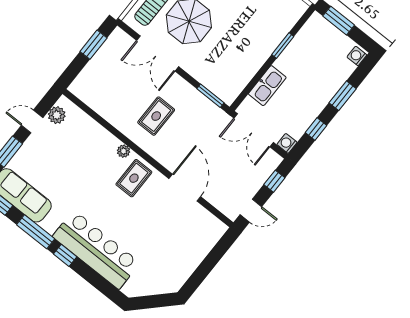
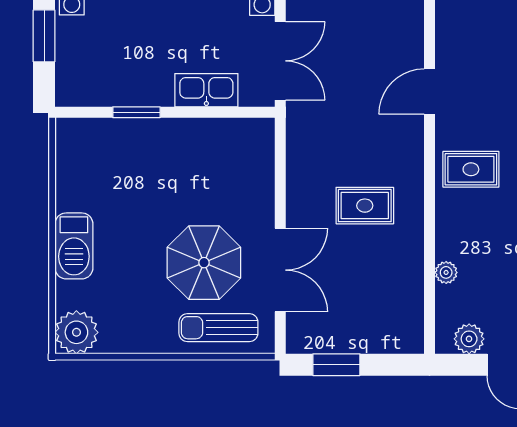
window: (339, 21) -> (44, 36), moved
window: (210, 96) -> (280, 155), removed
plant: (124, 151) -> (446, 272), moved
door: (185, 188) -> (429, 92), width x0.73

